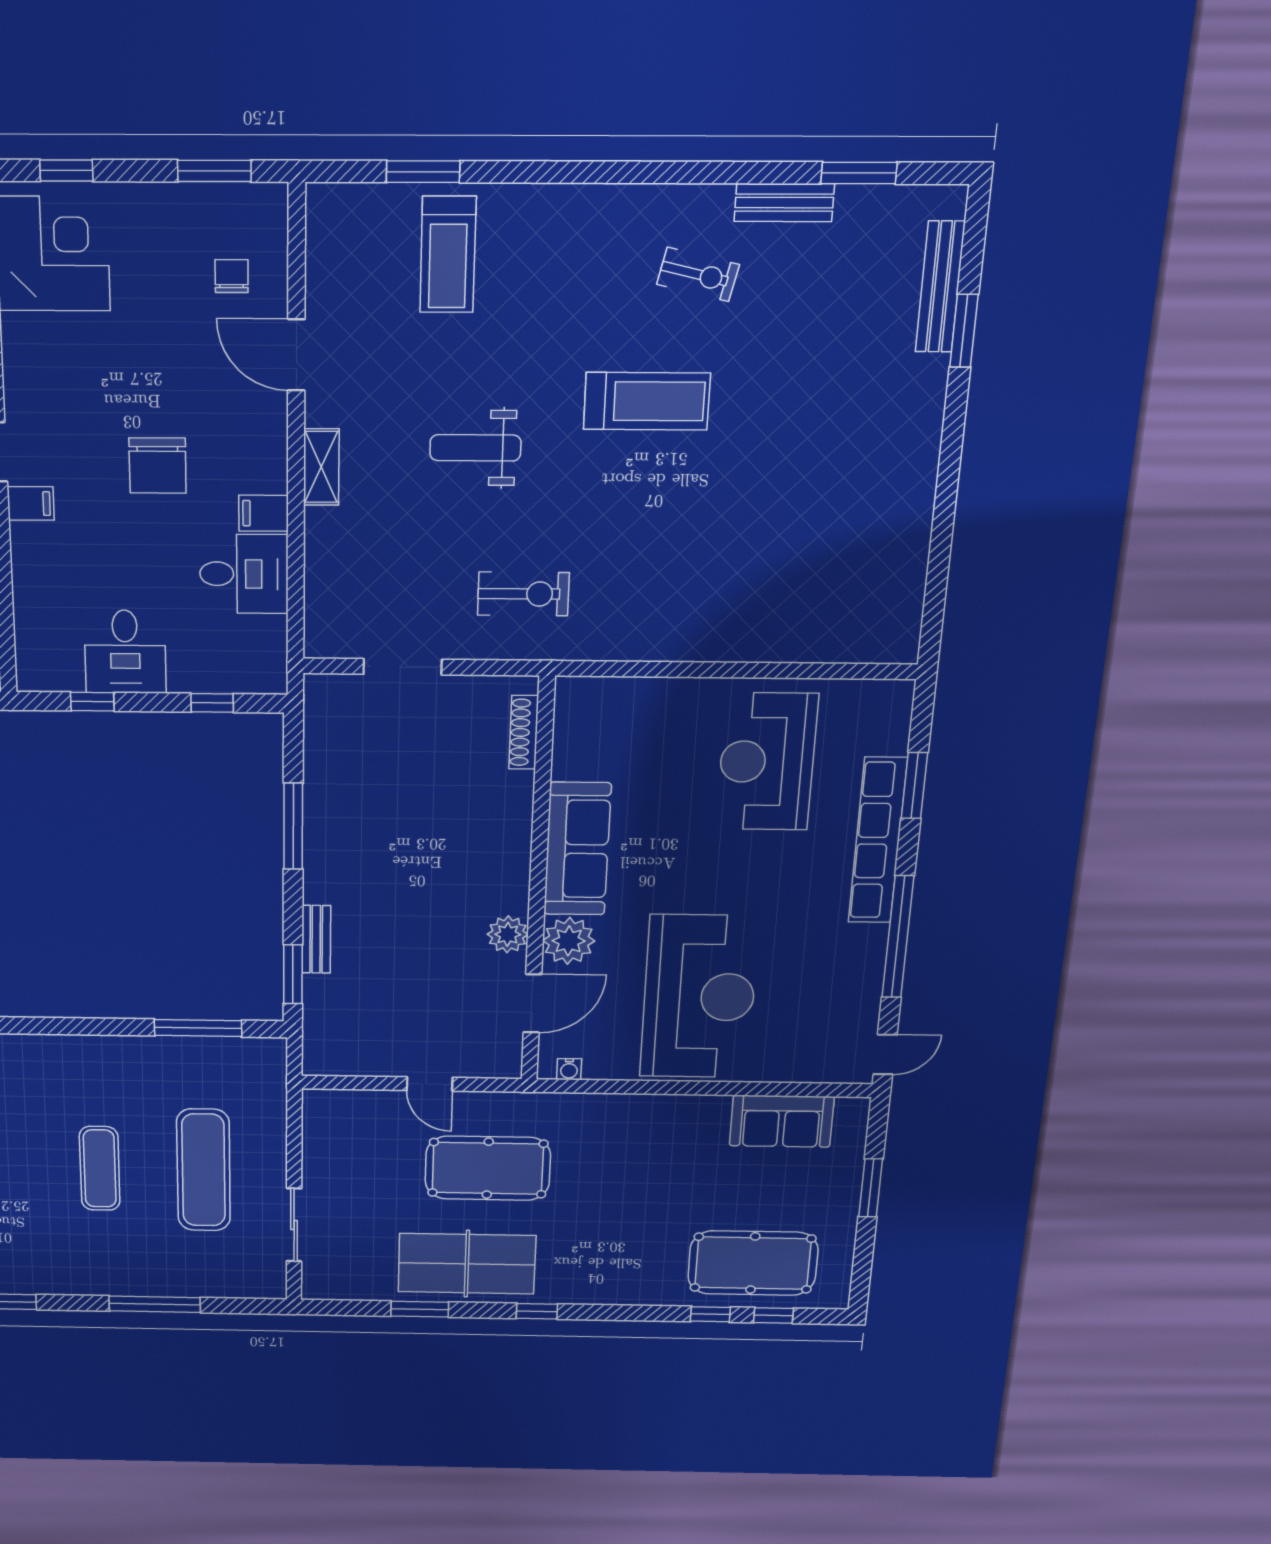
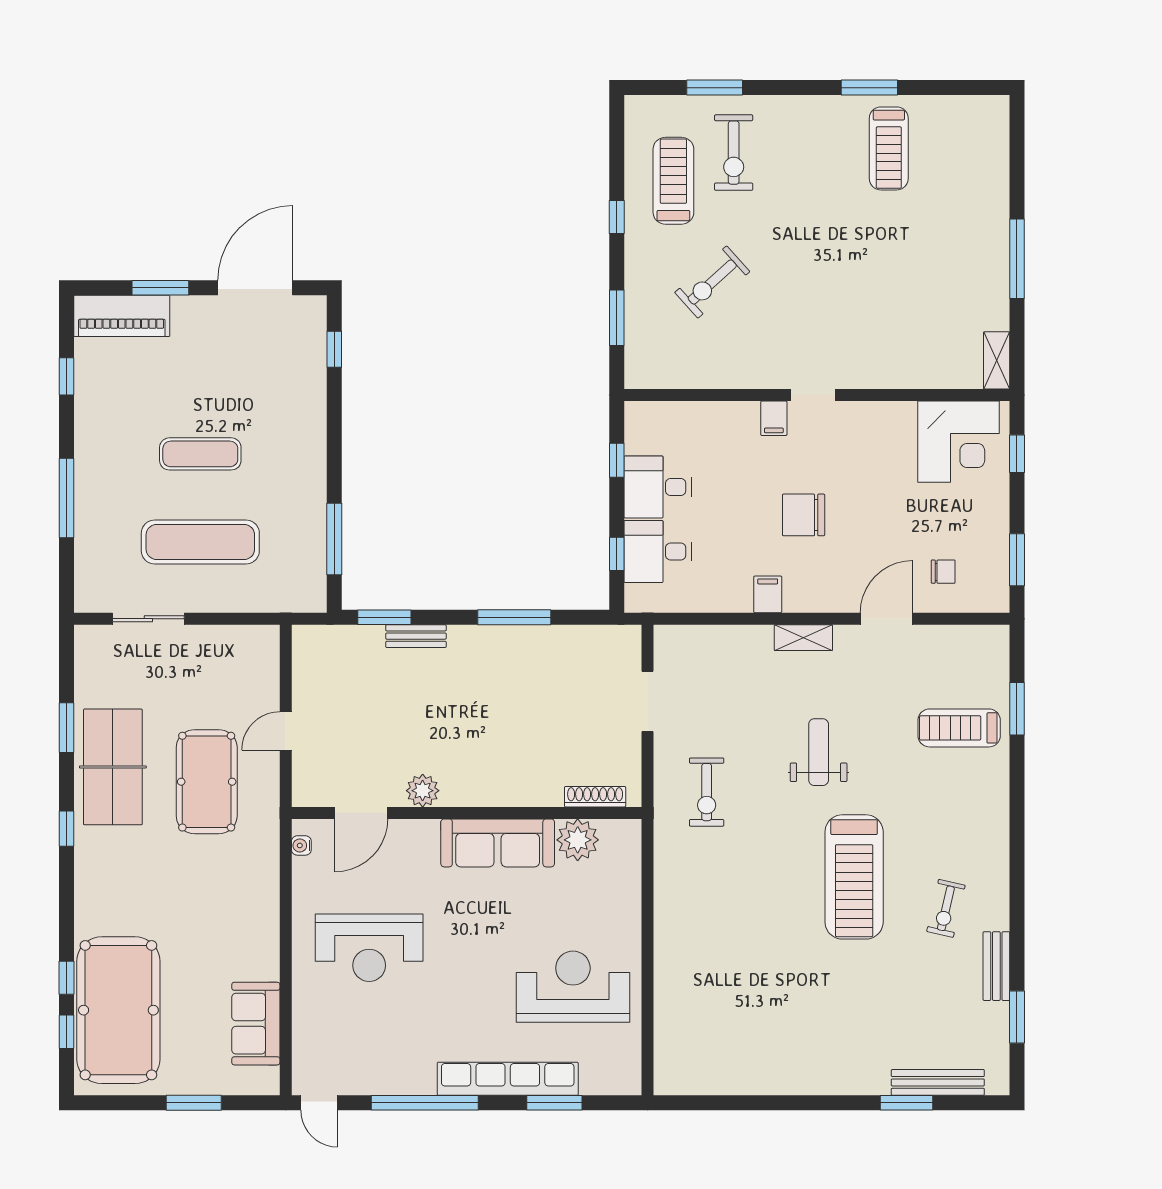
treadmill: (647, 401) -> (854, 877), width x1.37, depth x1.38
desk: (244, 574) -> (658, 551), moved, turned 90
plant: (569, 941) -> (578, 840), moved
reception desk: (699, 997) -> (369, 948), width x0.74, depth x0.77
door: (532, 1003) -> (361, 813), hinge flipped
pool table: (753, 1263) -> (118, 1010), width x1.36, depth x1.32

